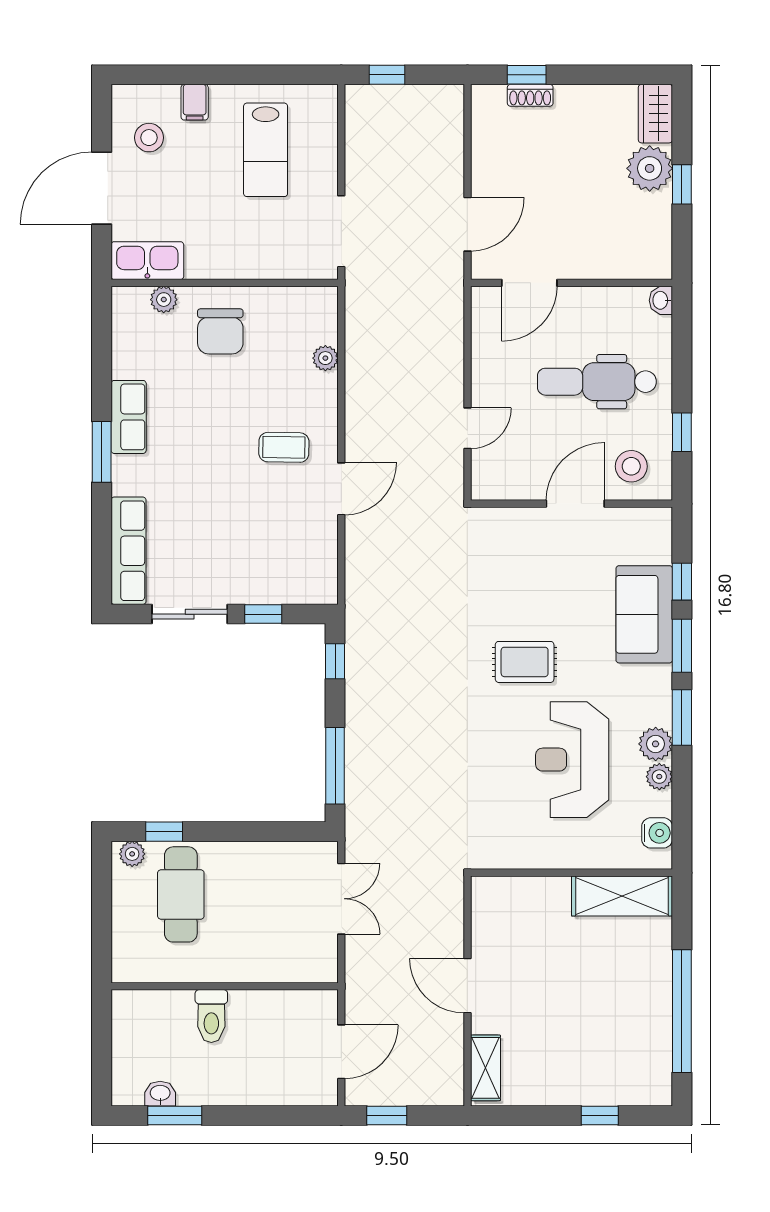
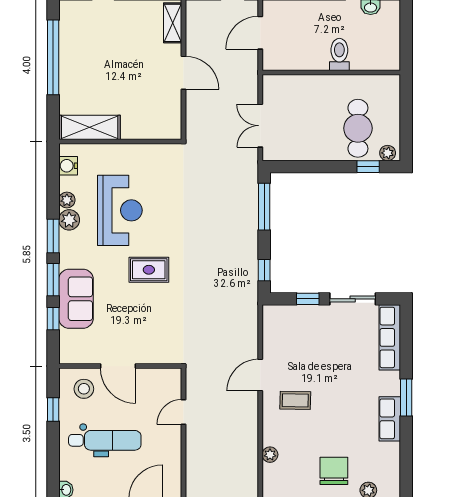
door: (575, 504) -> (118, 366), hinge flipped

